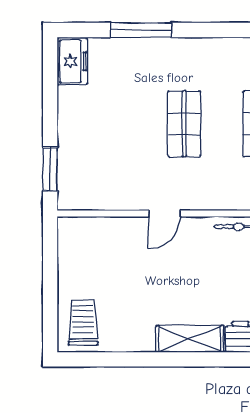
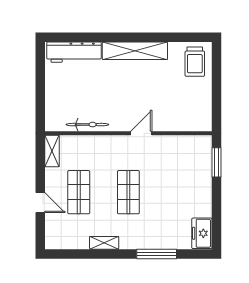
shelving: (221, 47) -> (104, 243), added
shelving: (190, 339) -> (135, 51), width x1.47

